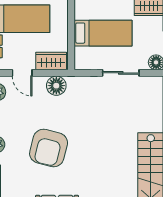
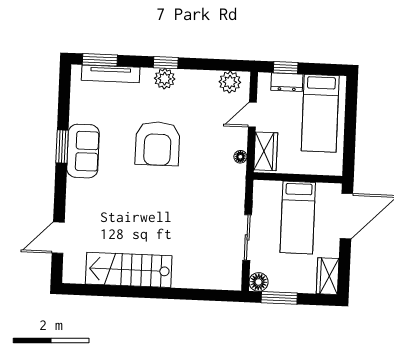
floor lamp: (56, 86) -> (240, 157), width x0.53, depth x0.53
armchair: (49, 148) -> (158, 144), turned -104

